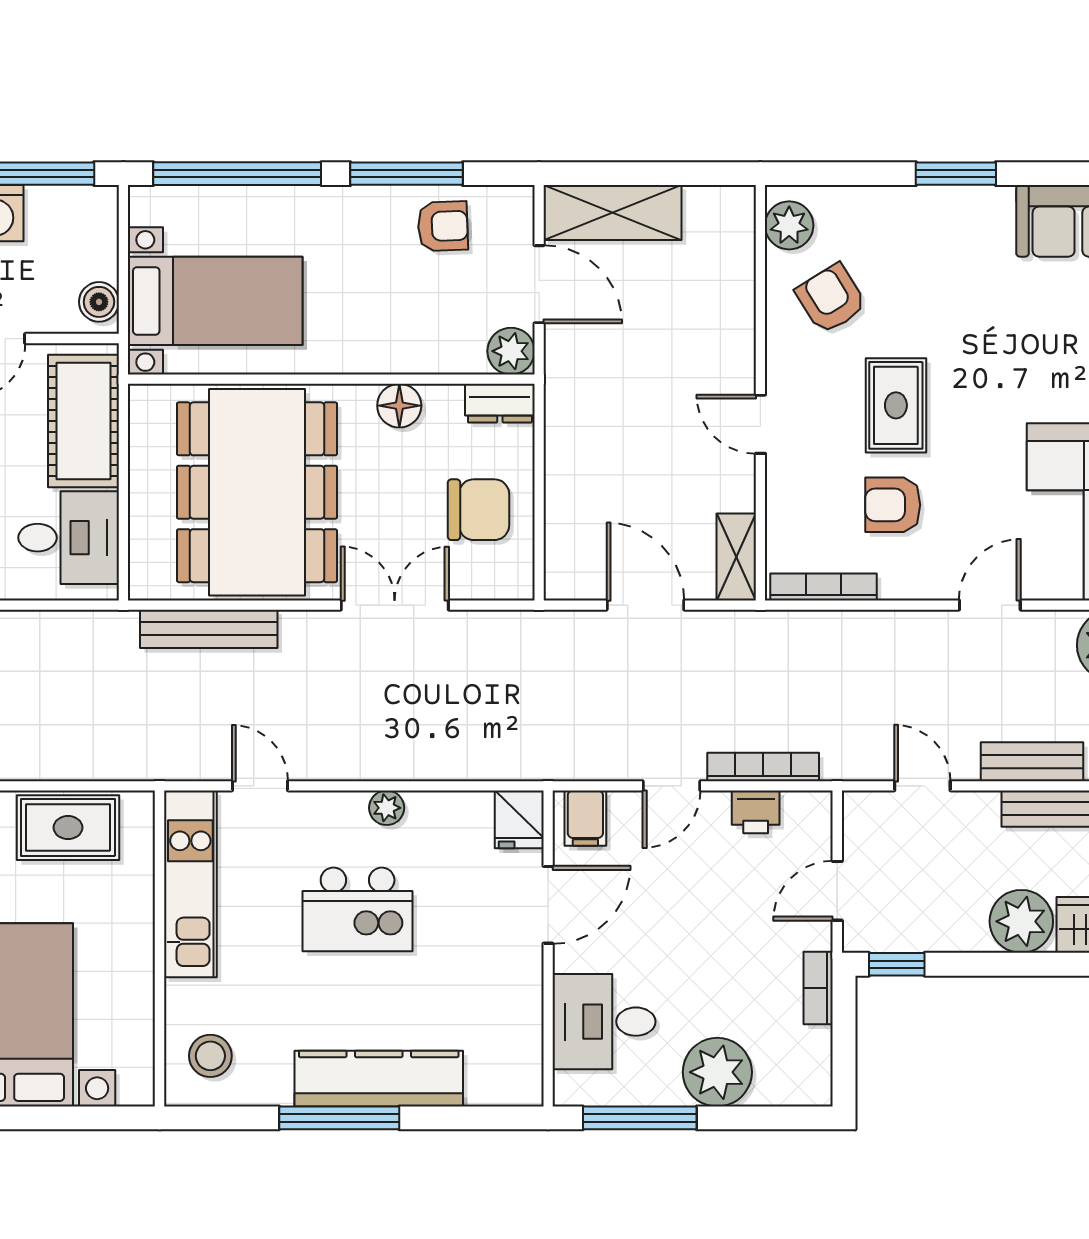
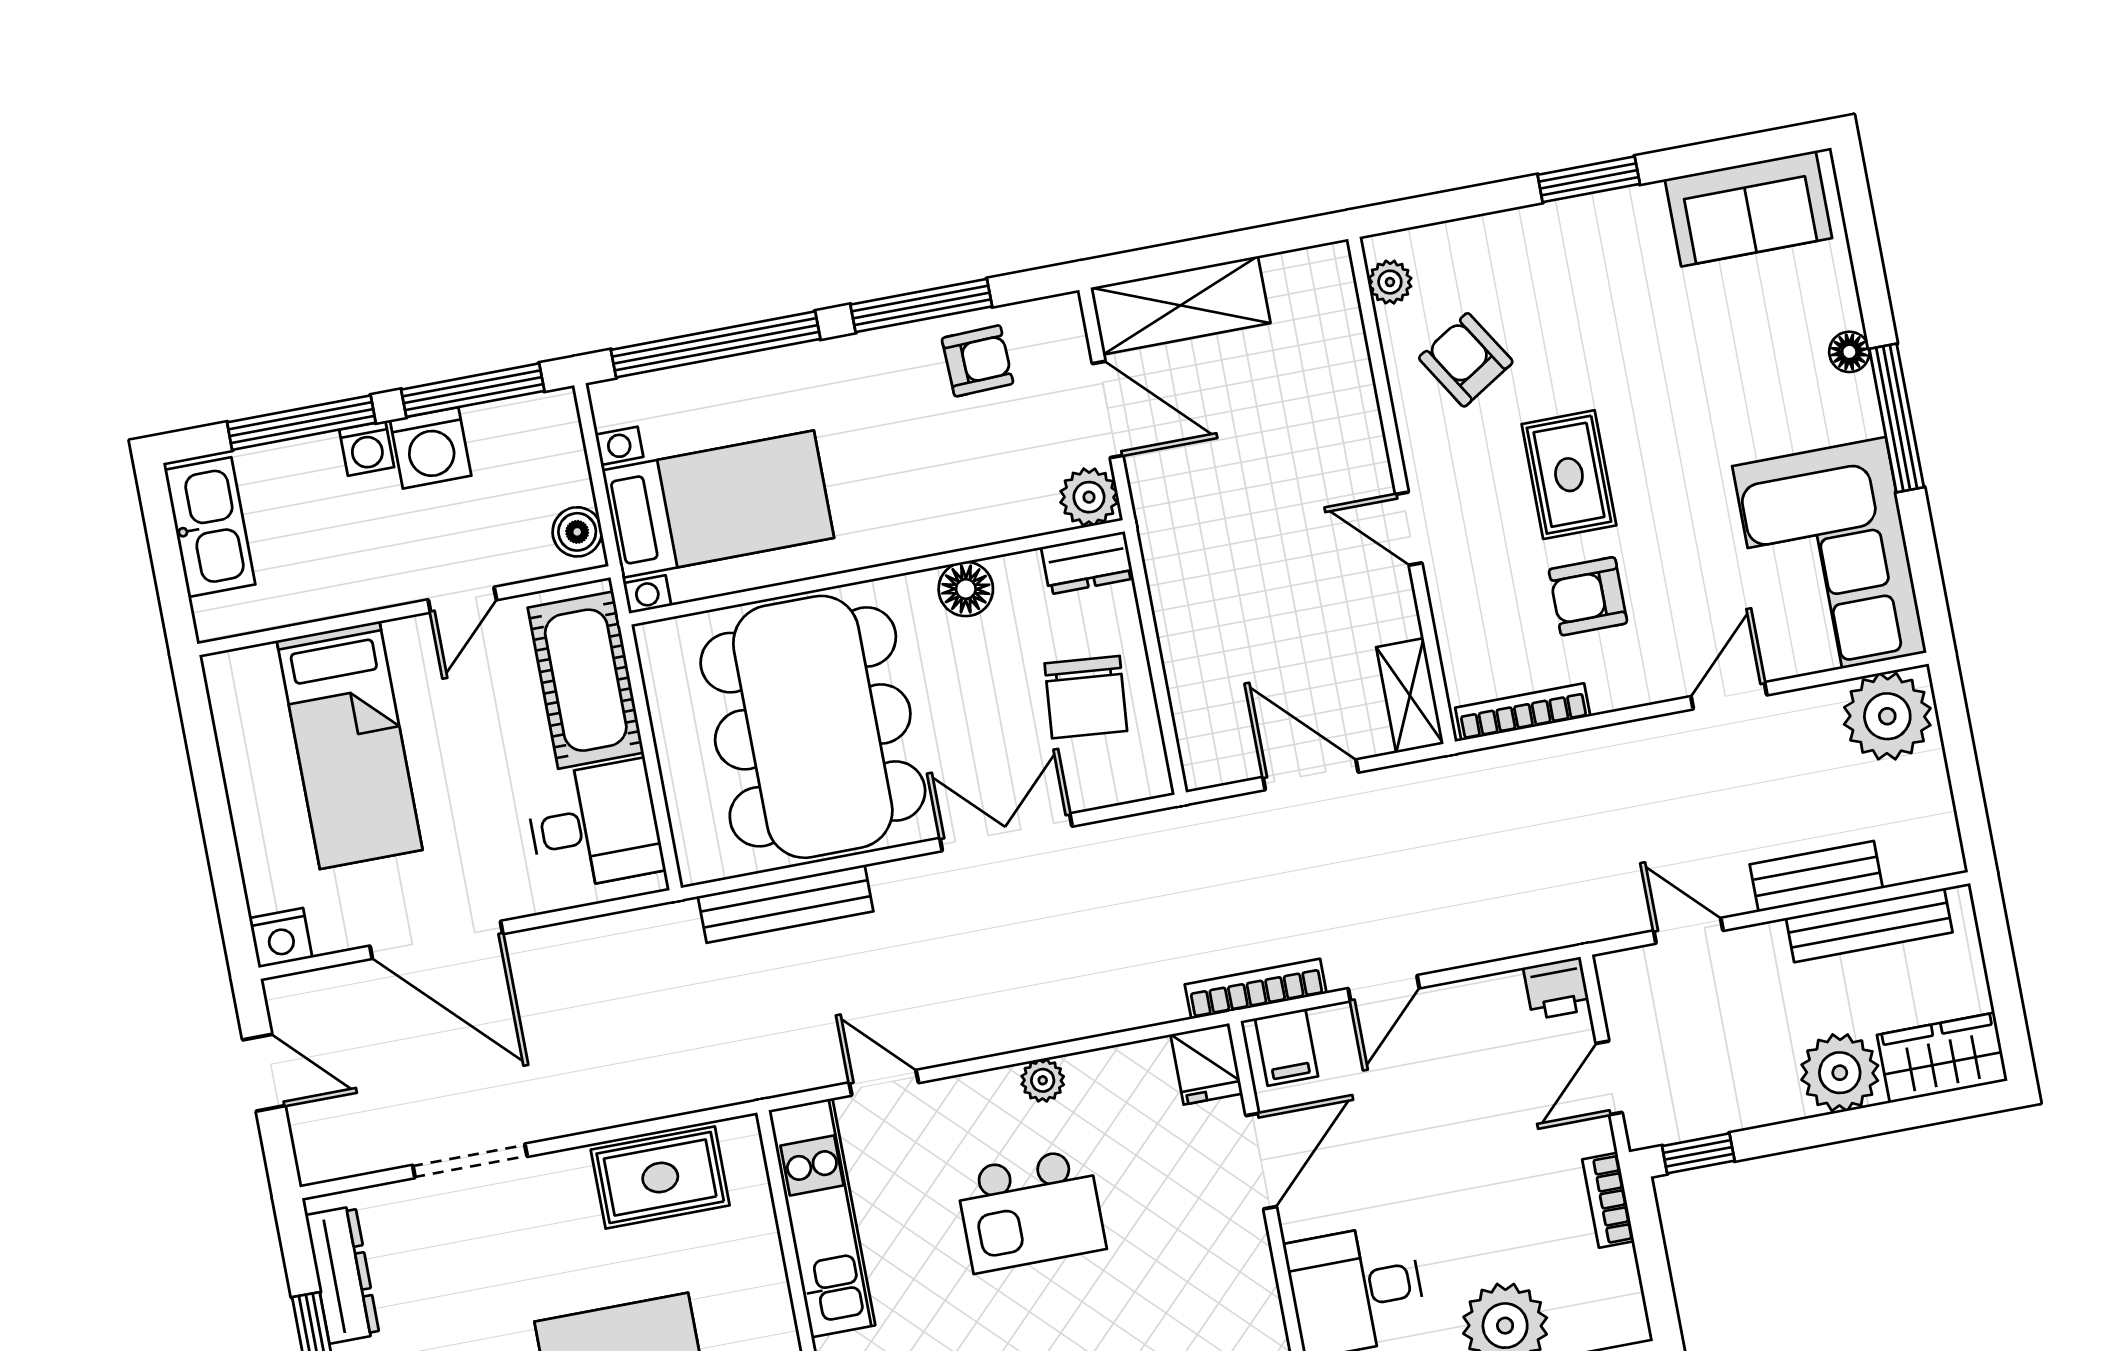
plant: (789, 225) -> (1390, 282), width x0.73, depth x0.73
chair: (478, 510) -> (1086, 697), turned 95
bookcase: (763, 767) -> (1256, 989), moved
printer: (756, 812) -> (1557, 988), moved

